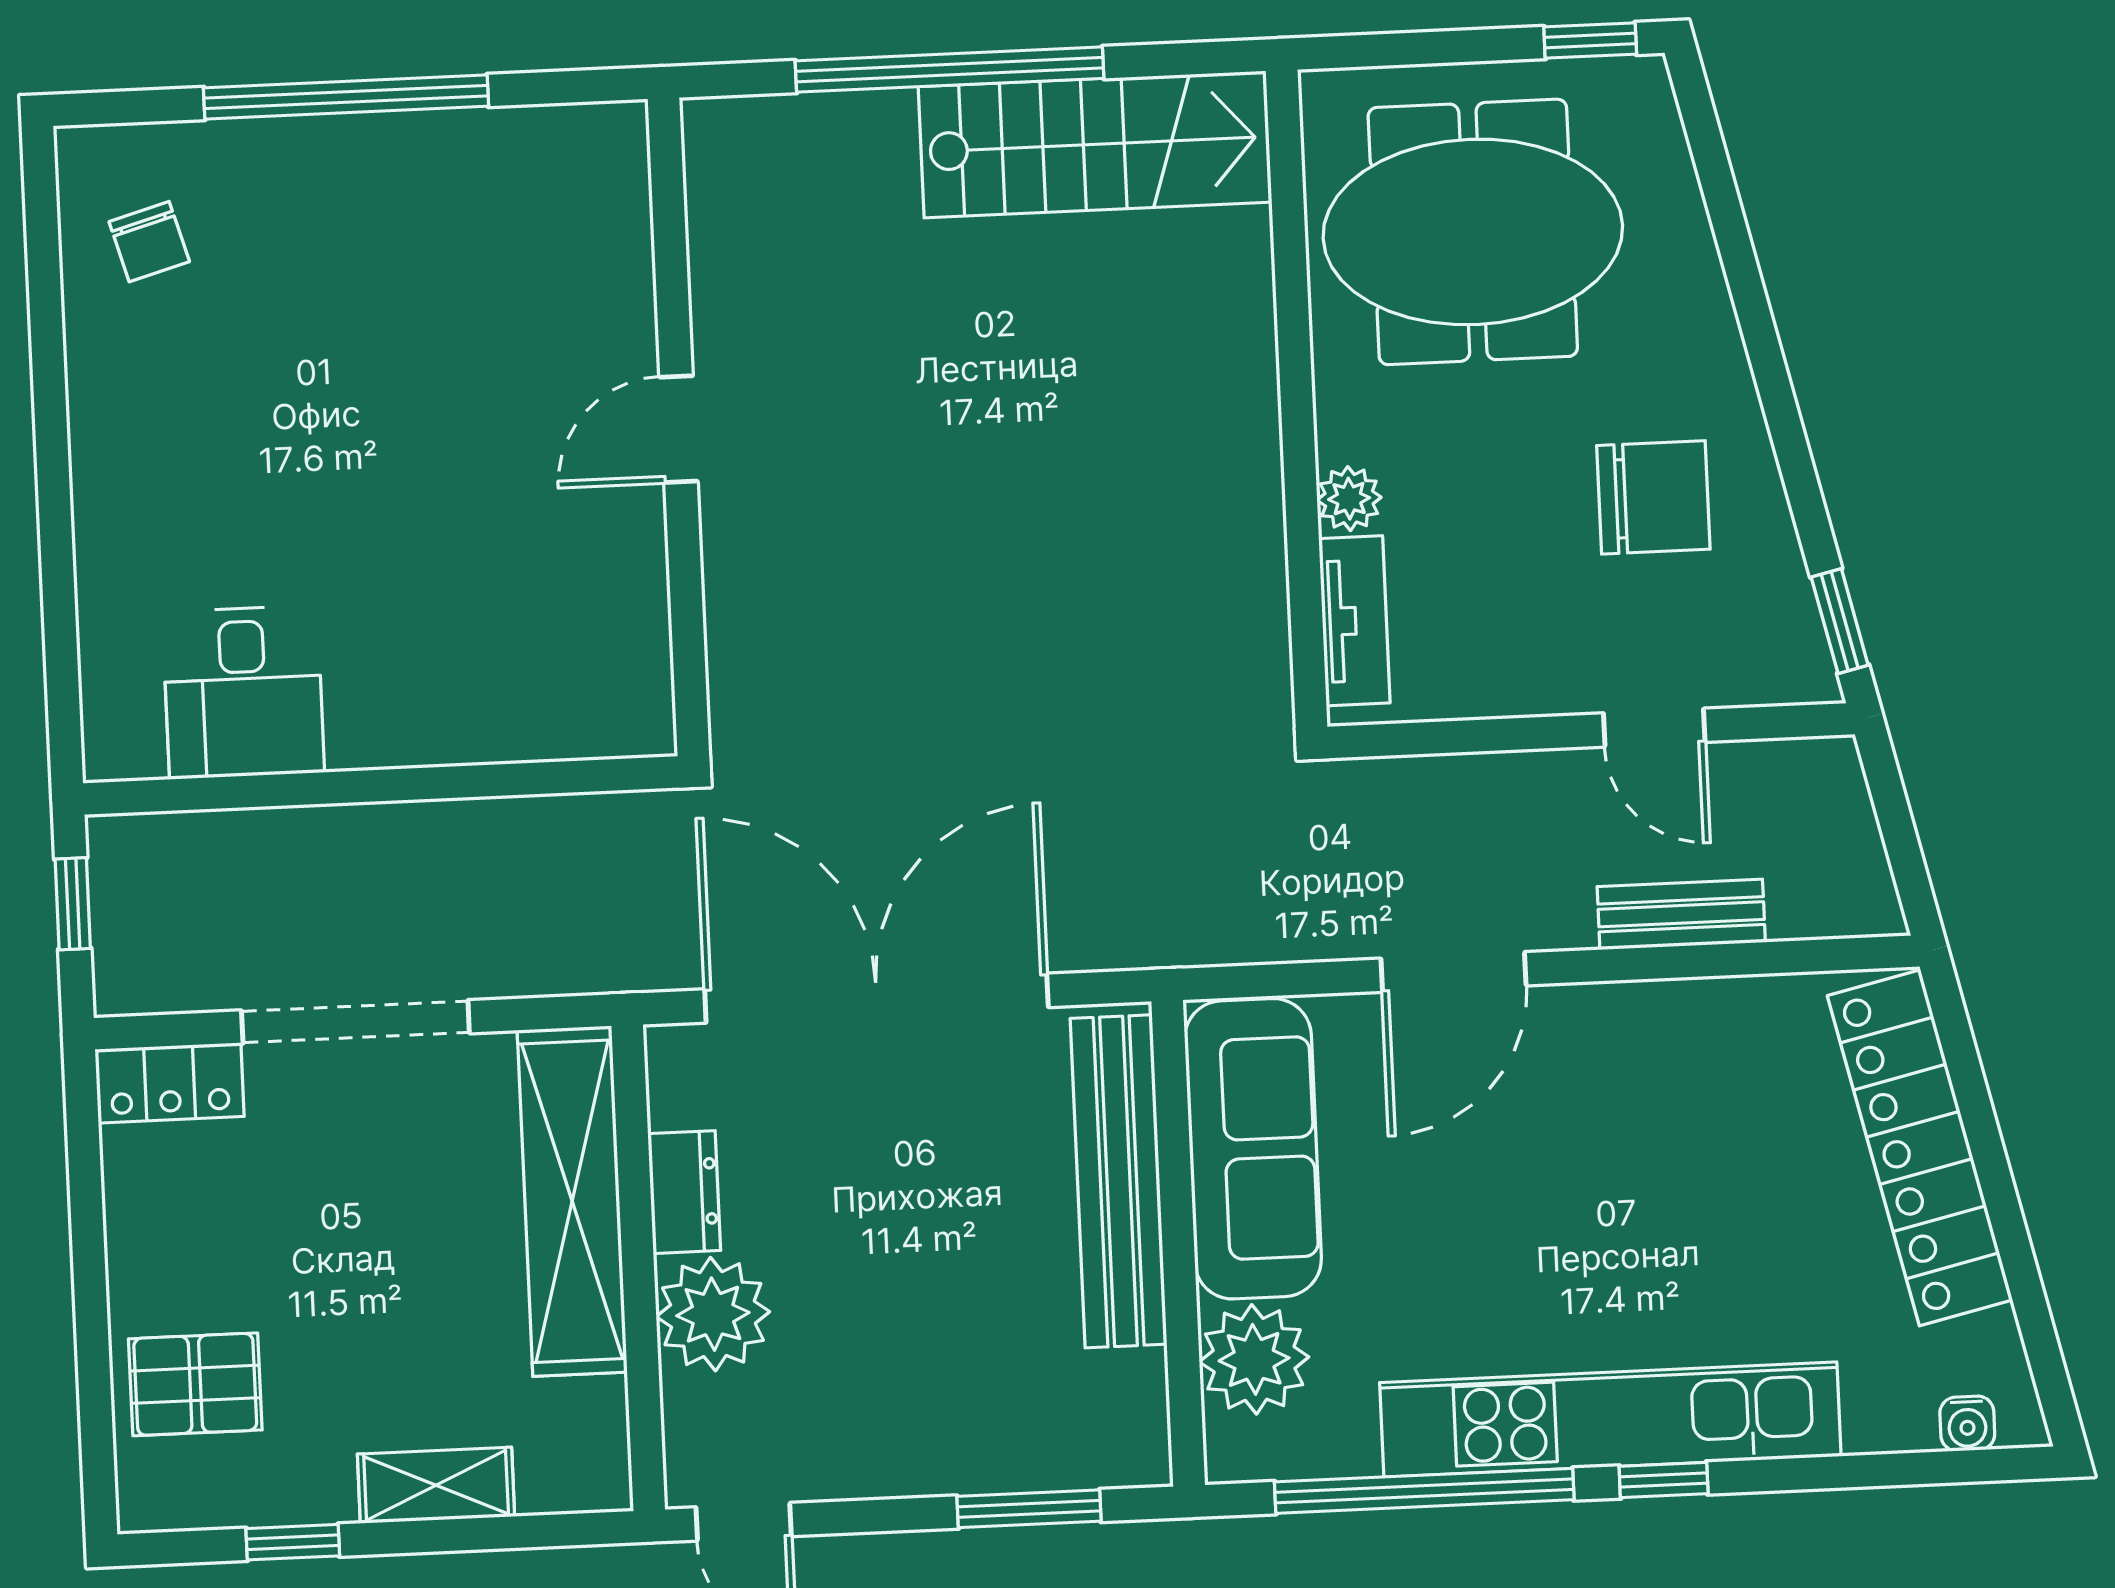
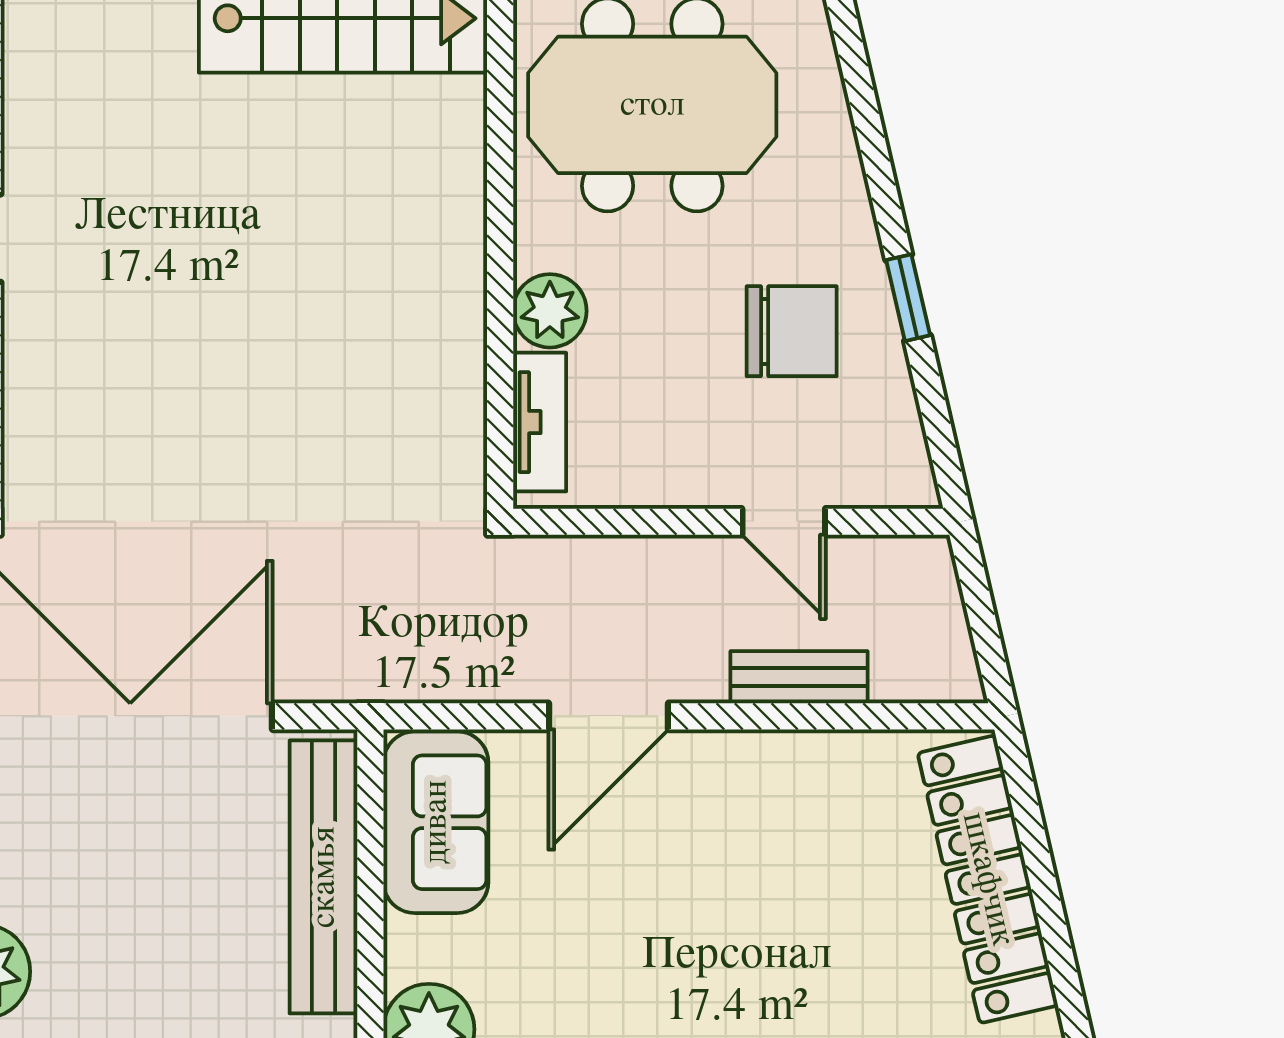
plant: (1349, 499) -> (550, 311), width x1.38, depth x1.38
window: (1840, 621) -> (908, 298), moved
sofa: (1253, 1149) -> (436, 822), width x0.73

